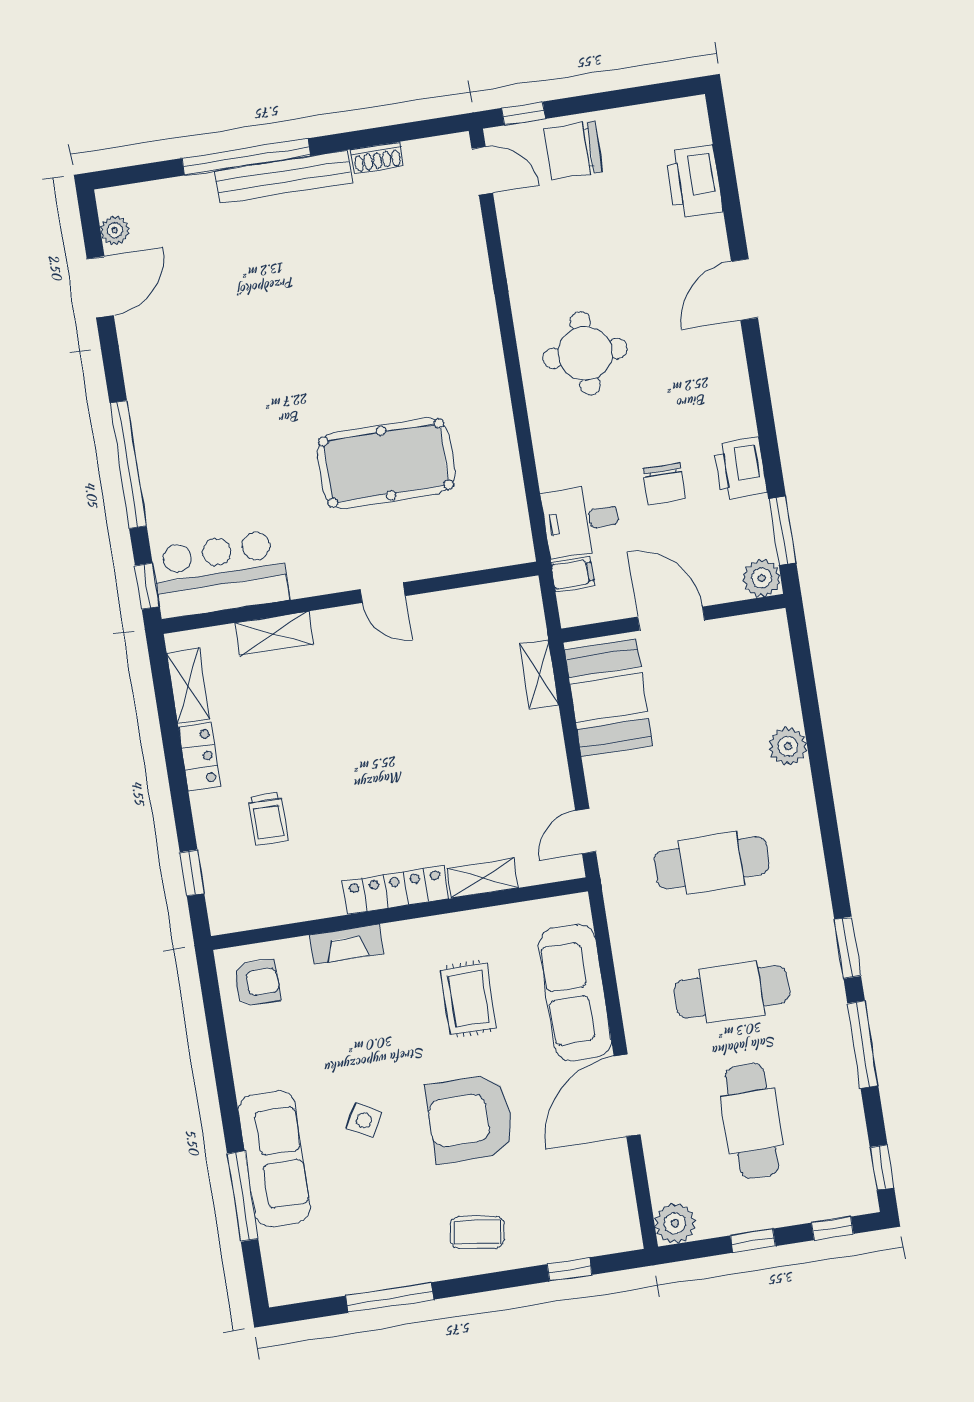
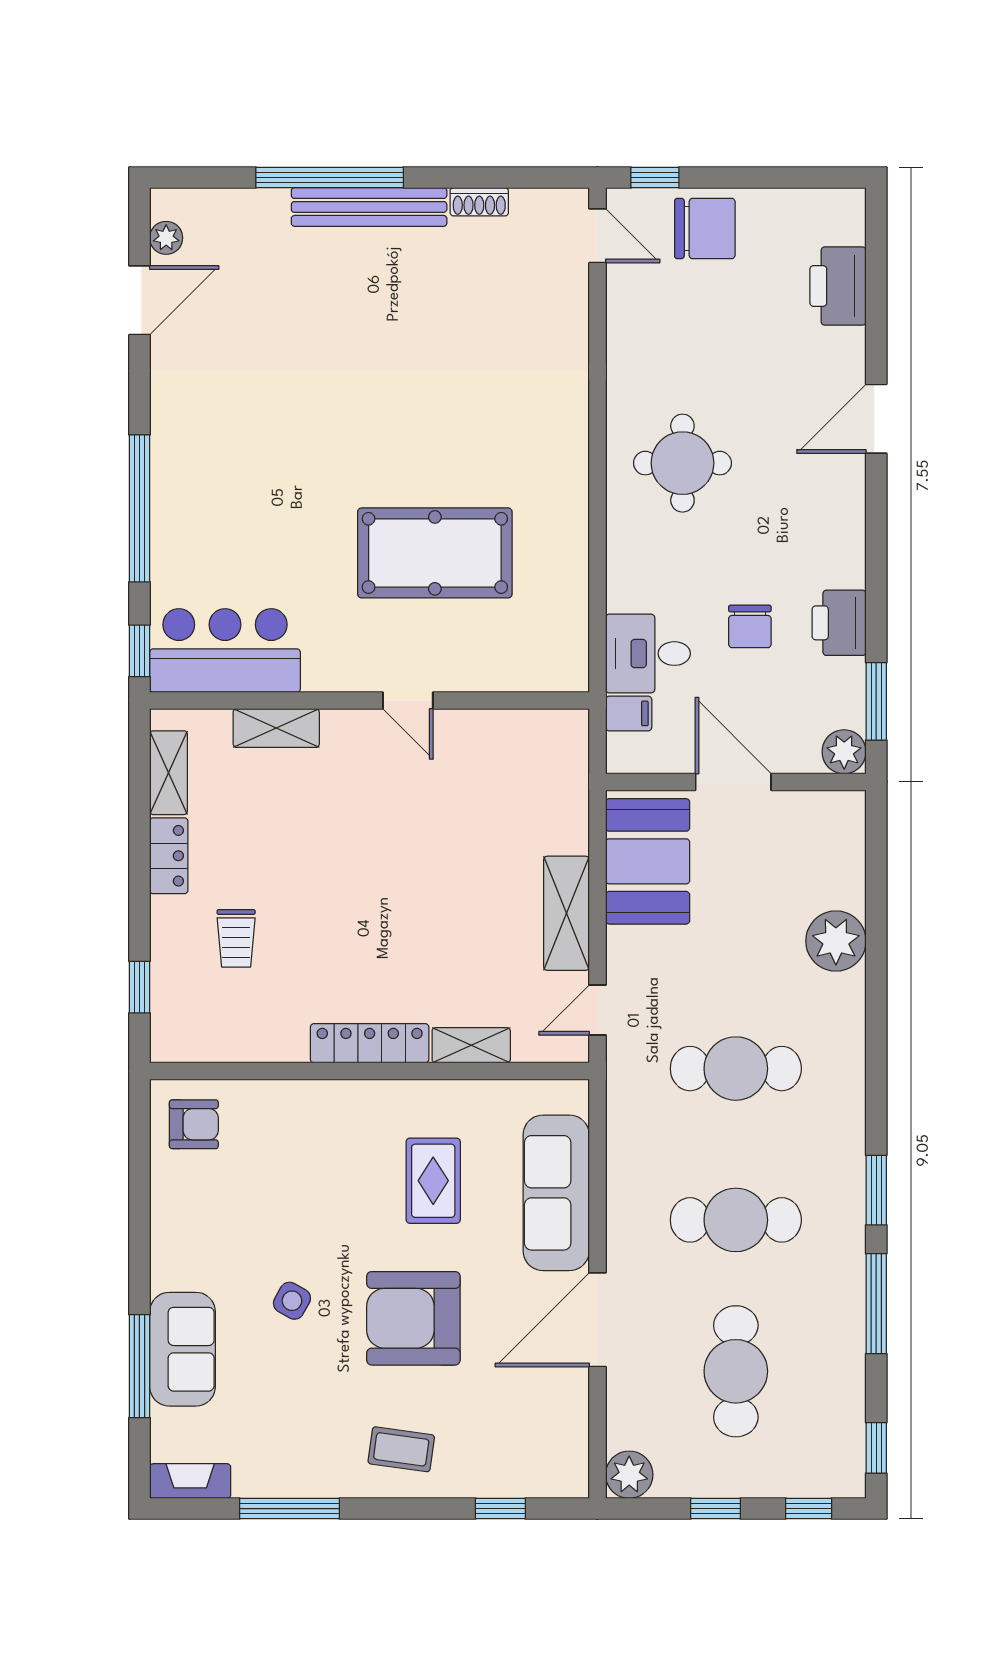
chair: (573, 150) -> (705, 228), turned 180
shelving: (539, 674) -> (566, 913), moved, width x1.50, depth x1.33
plant: (788, 746) -> (836, 941), width x1.36, depth x1.36
fireplace: (346, 944) -> (190, 1481), moved, turned 180
sofa: (274, 1158) -> (183, 1349), width x0.73

